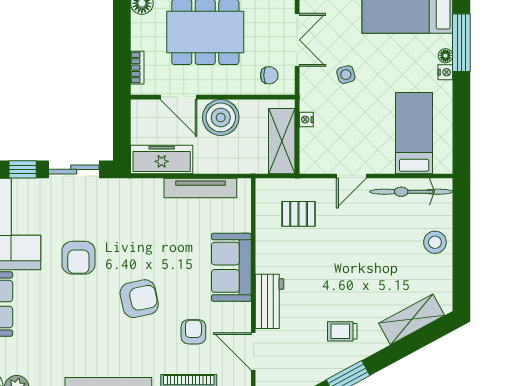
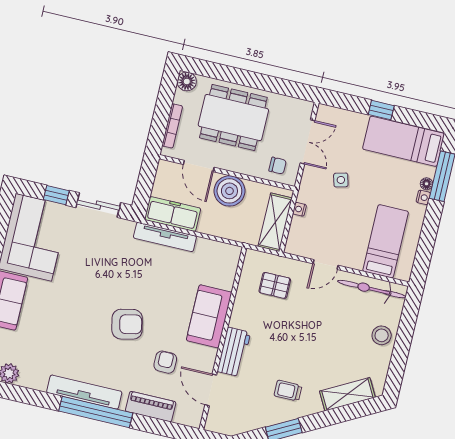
bookcase: (137, 68) -> (172, 126), width x1.56
tv unit: (200, 188) -> (165, 237), moved
armchair: (78, 258) -> (85, 279), removed

